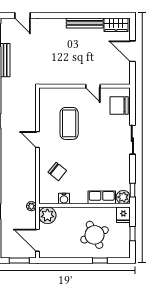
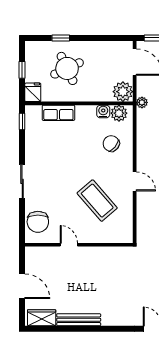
chair: (119, 106) -> (38, 222), turned 90
coffee table: (69, 123) -> (97, 201), turned -41
plant: (123, 197) -> (119, 113), moved

